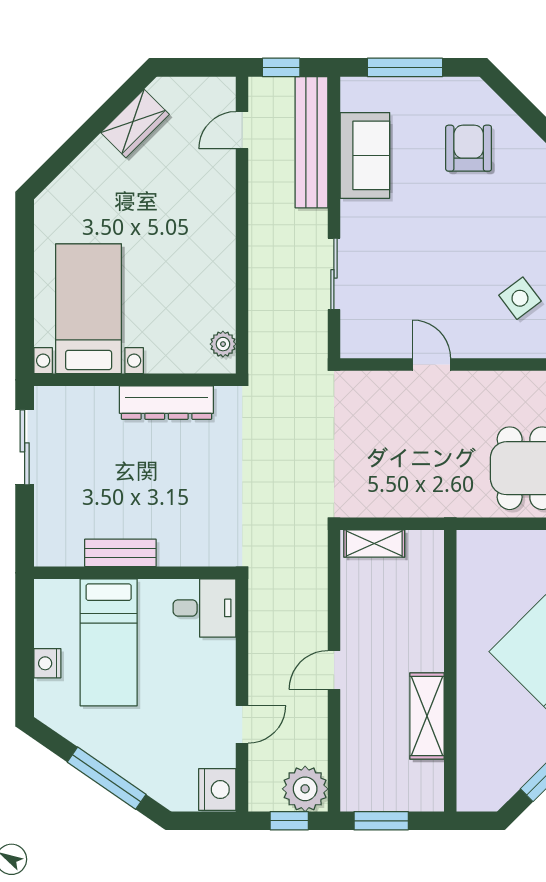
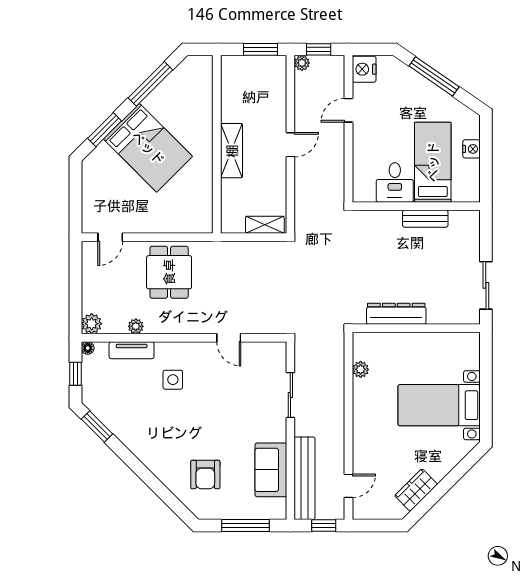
side table: (520, 298) -> (173, 380), turned 37
bed with nightstands: (89, 309) -> (439, 405), moved, turned 90
plant: (223, 344) -> (361, 369), moved
desk: (205, 608) -> (395, 182), moved, turned -90
shelving: (427, 716) -> (232, 151), moved
plant: (305, 789) -> (302, 63), width x0.53, depth x0.53

